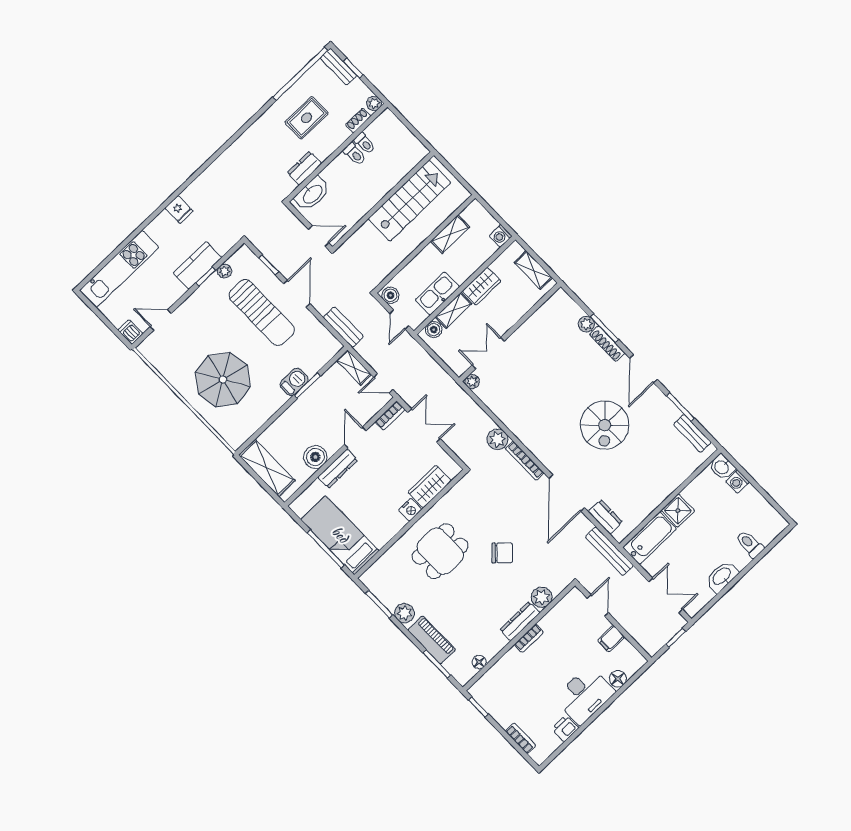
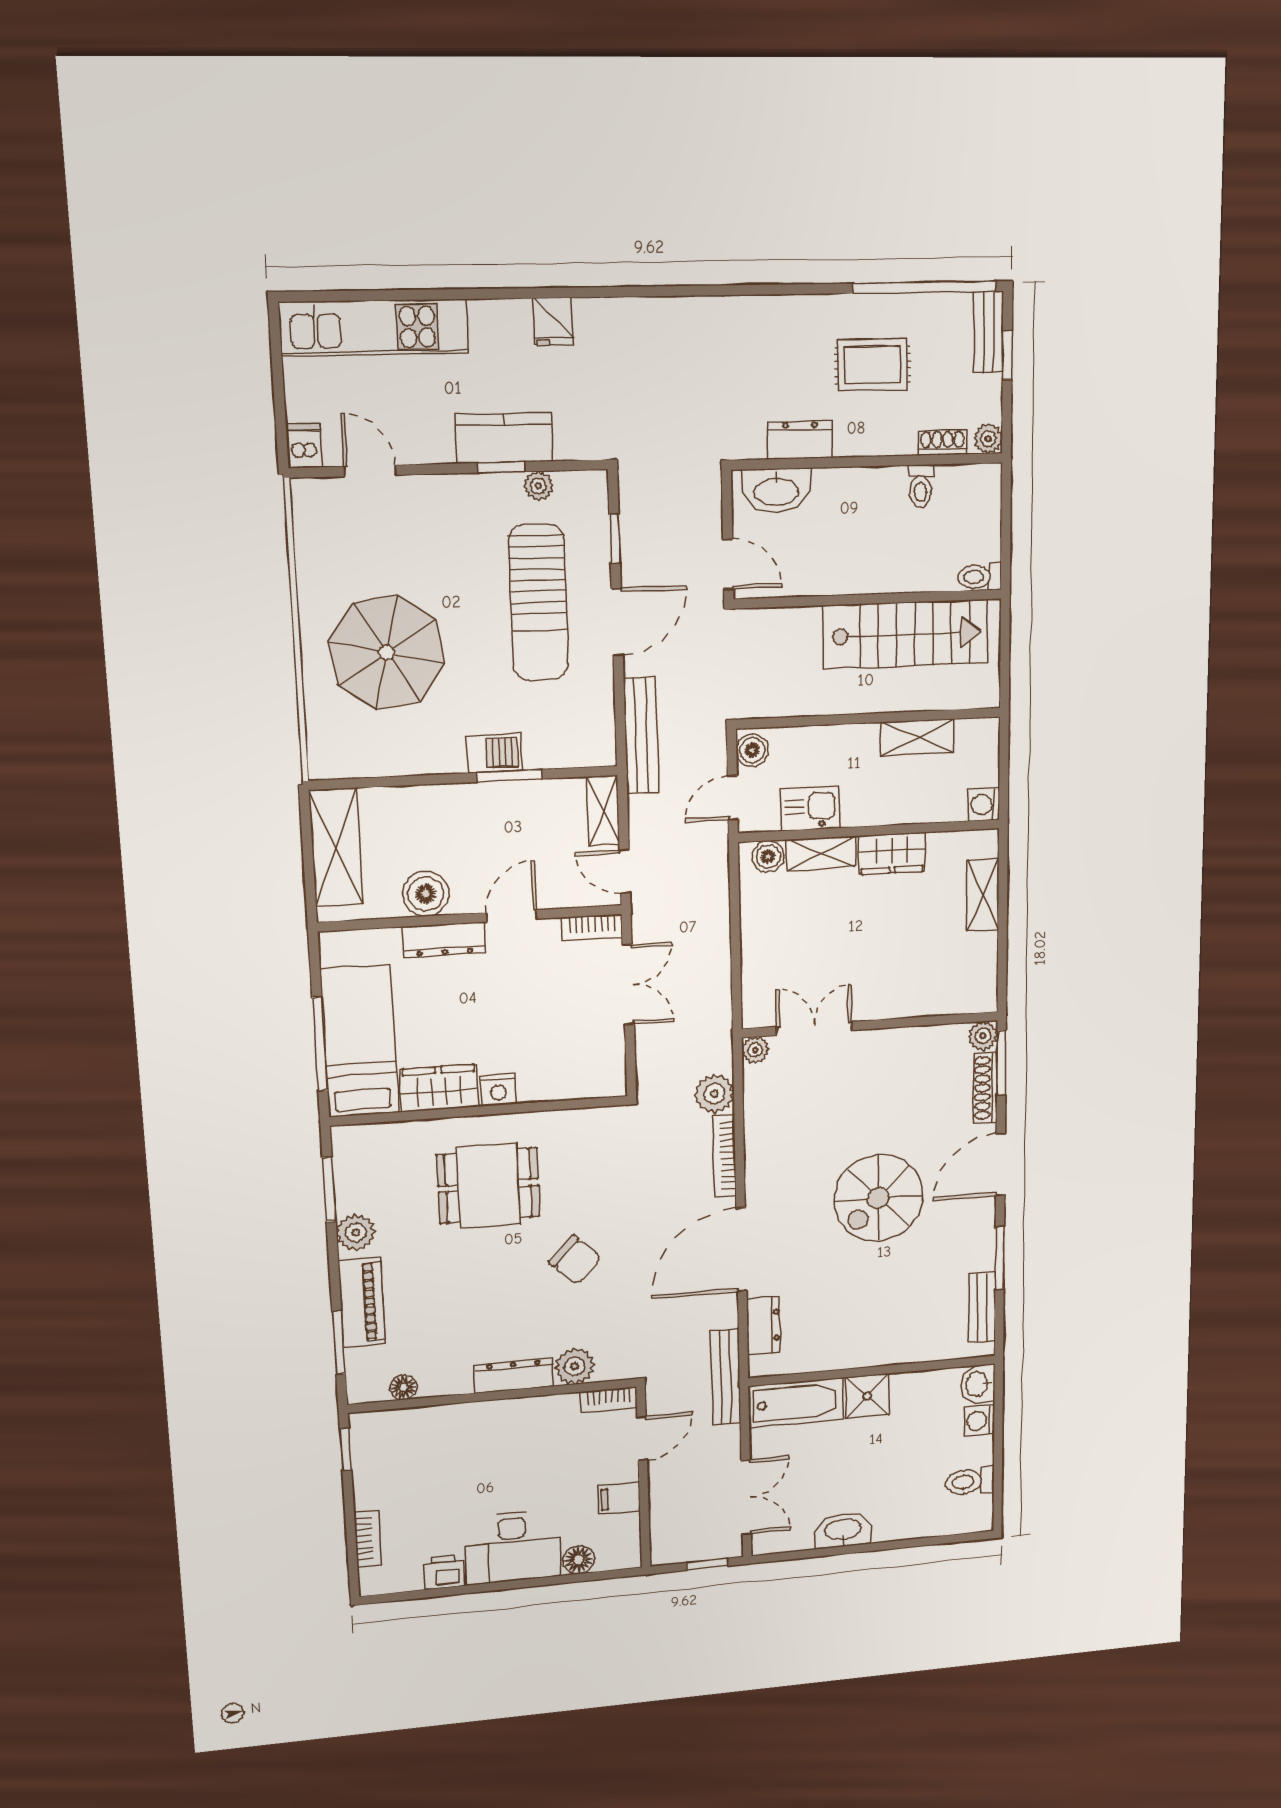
toilet: (354, 154) -> (980, 577), moved, turned 90
kitchen sink: (437, 293) -> (810, 808), width x0.73
bench: (343, 327) -> (641, 736), width x1.36
wall: (510, 332) -> (871, 1025), moved
double door: (488, 353) -> (814, 1028), moved
plant: (472, 382) -> (755, 1050), moved
wardrobe: (430, 487) -> (439, 1088), moved
toilet: (750, 544) -> (970, 1482), moved, turned -90
bookcase: (529, 638) -> (609, 1400), moved

